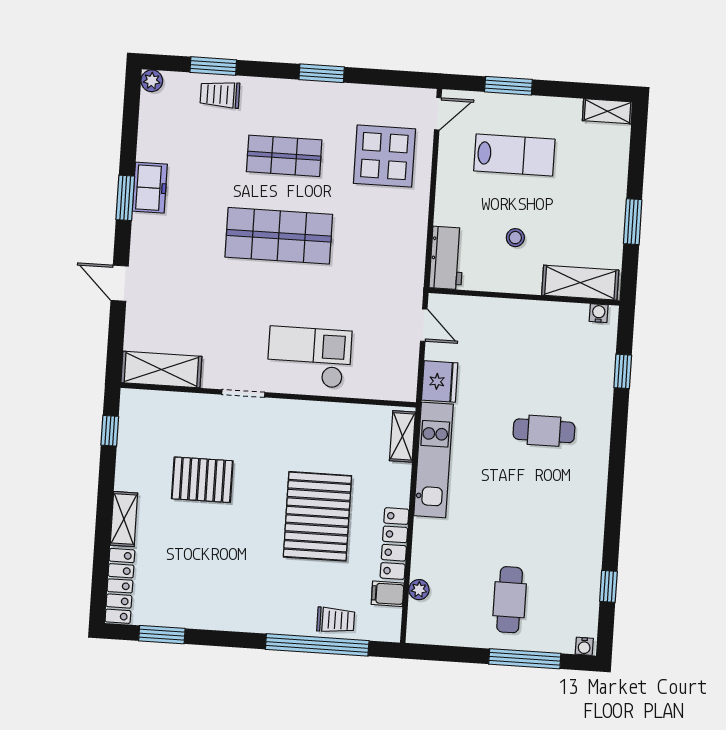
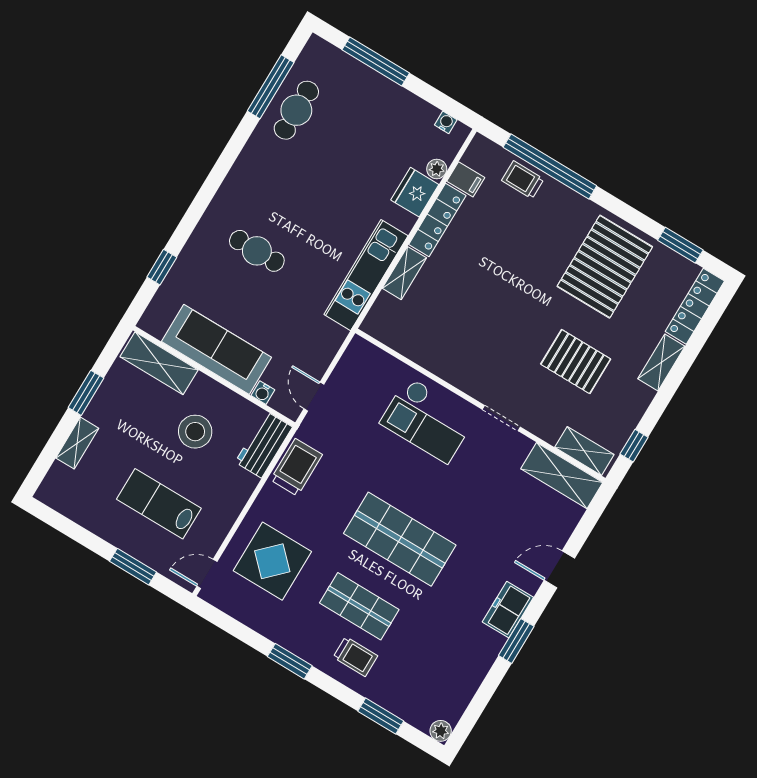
trolley: (220, 95) -> (355, 657), moved
shelving: (608, 111) -> (77, 443), moved, turned 90
freezer: (150, 188) -> (508, 610), moved
stool: (515, 238) -> (195, 432), width x1.89, depth x1.89
trolley: (407, 253) -> (296, 467), added
door: (120, 283) -> (559, 569), swing flipped
water cooler: (599, 313) -> (263, 393), moved
sofa: (534, 322) -> (216, 349), added
fridge: (440, 381) -> (415, 192), moved
shelving: (152, 403) -> (584, 451), added
shelving: (402, 436) -> (404, 273), moved
pallet: (317, 516) -> (605, 267), moved
window: (608, 586) -> (271, 87), width x2.17
cafe table: (510, 600) -> (296, 110), moved
water cooler: (584, 646) -> (446, 122), moved

